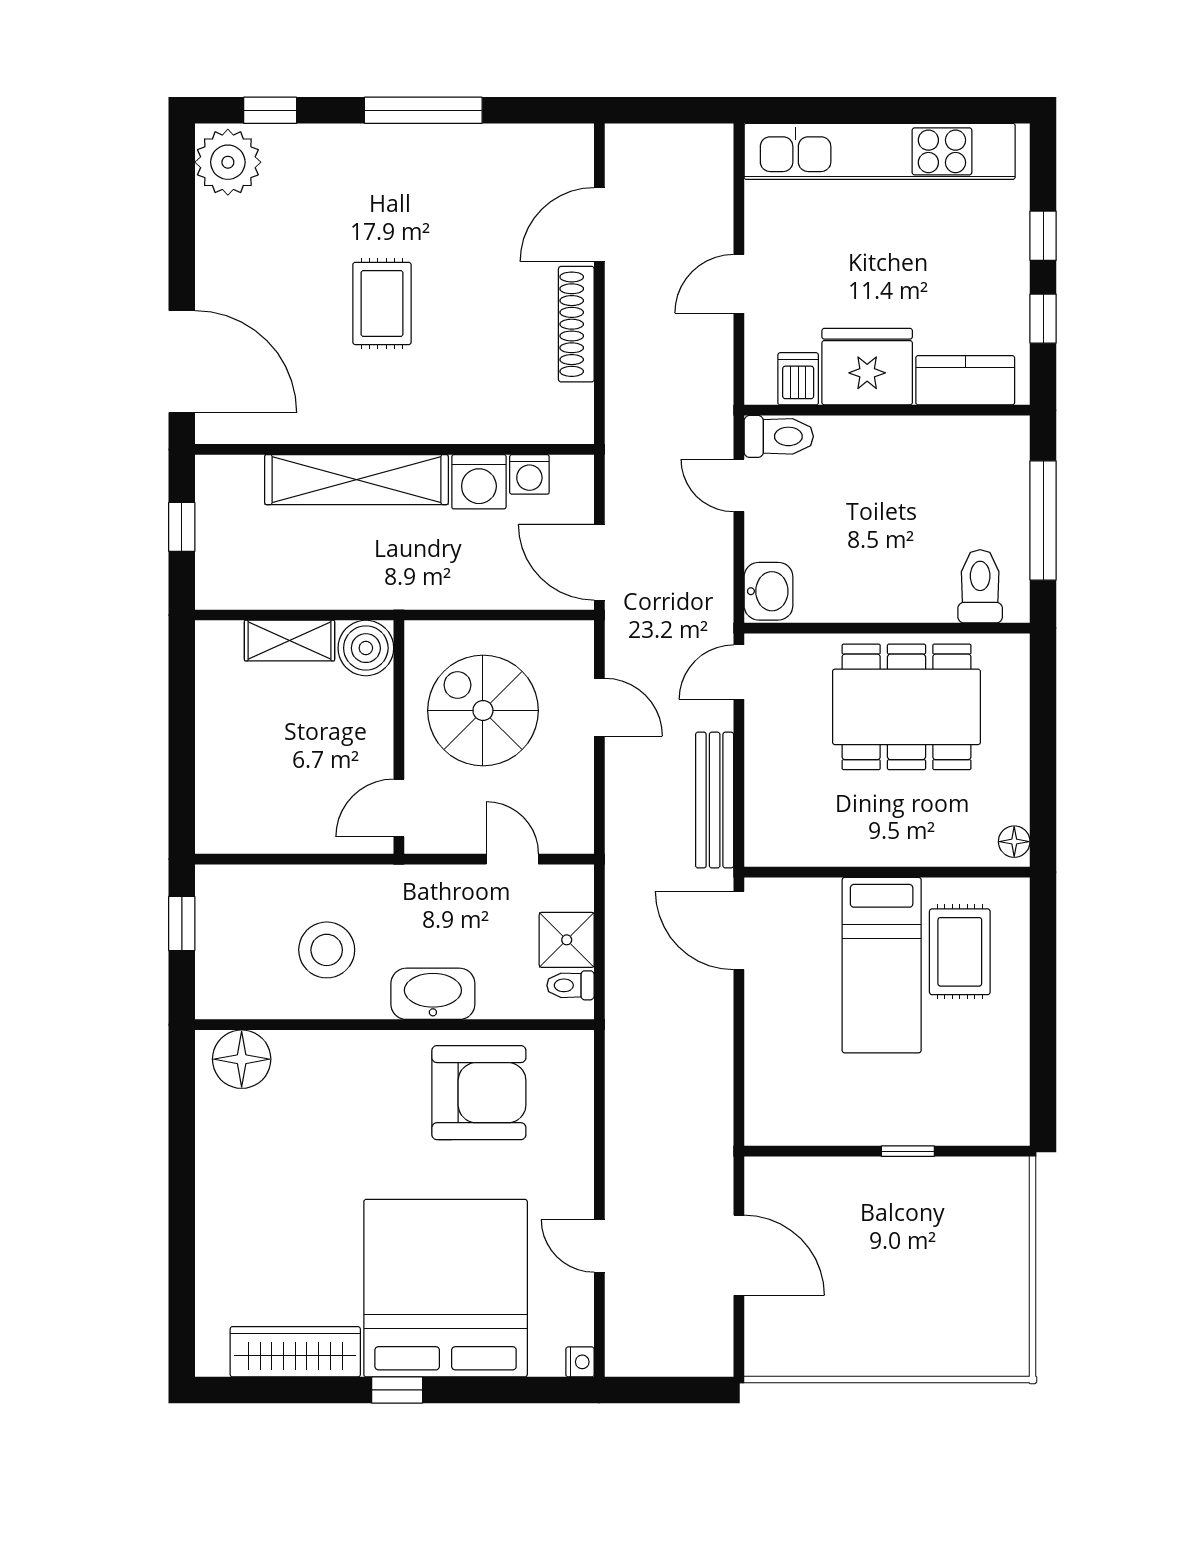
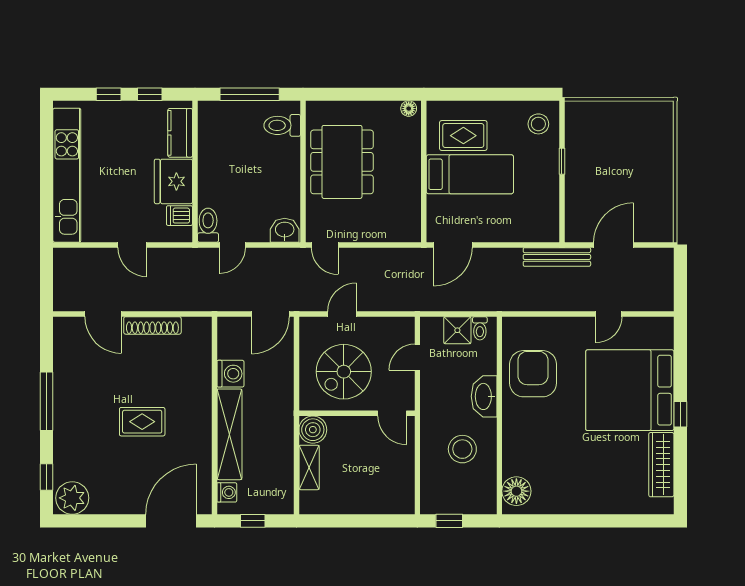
washing machine: (529, 474) -> (227, 492), moved
bench: (715, 800) -> (557, 257), moved
stool: (983, 1103) -> (538, 124), added
nightstand: (580, 1362) -> (666, 324), removed

